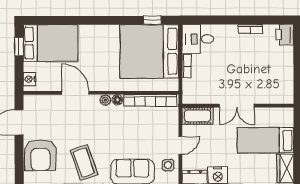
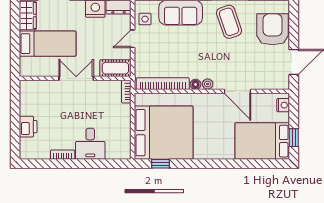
printer: (285, 35) -> (28, 127), moved
desk: (198, 39) -> (90, 144), moved, turned 90
bookcase: (187, 66) -> (126, 92), moved

